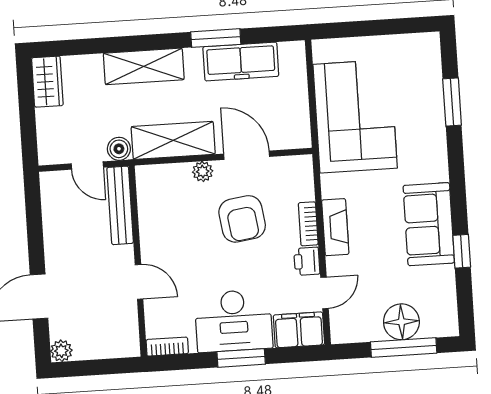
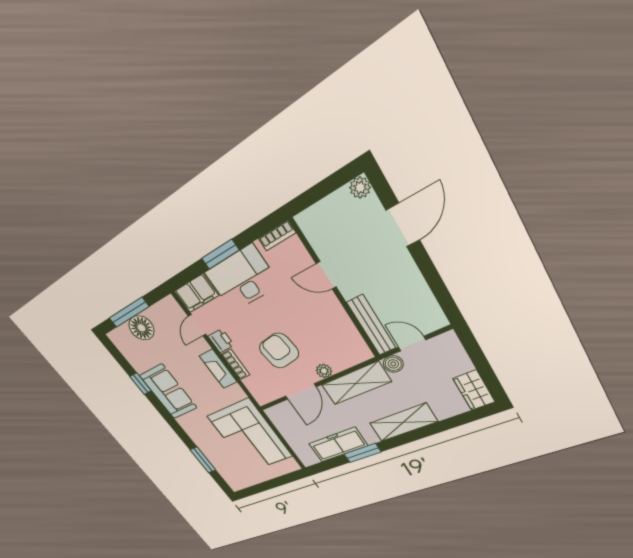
door: (247, 155) -> (301, 392), hinge flipped

